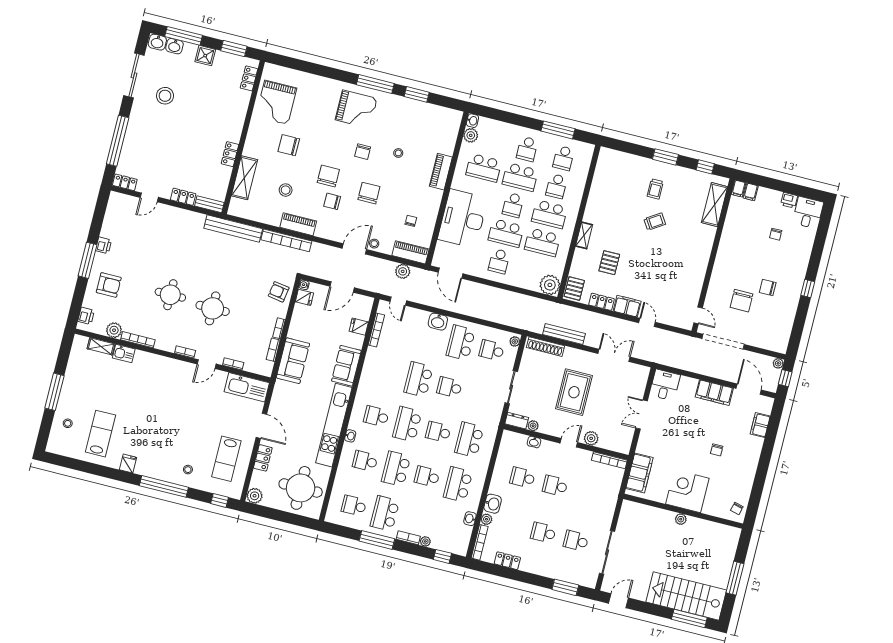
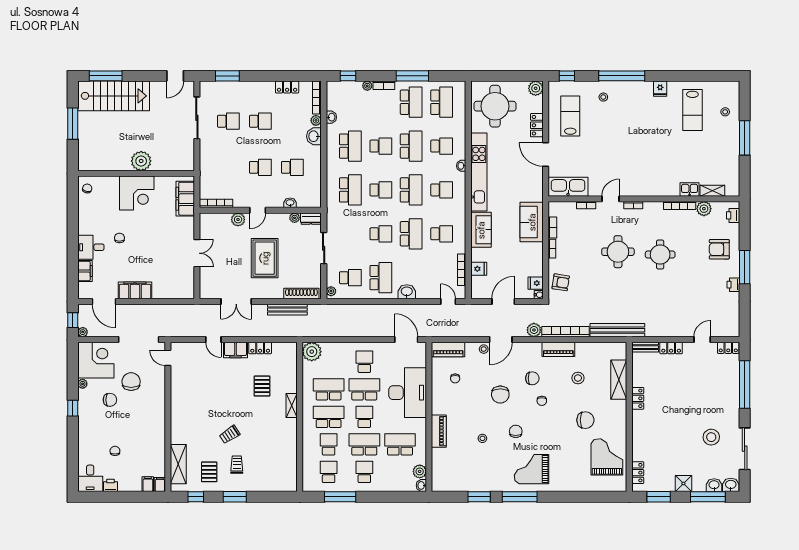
chair: (328, 176) -> (542, 401), width x0.54, depth x0.54
plant: (403, 271) -> (534, 330), moved
pallet: (574, 288) -> (209, 472), moved
plant: (791, 311) -> (83, 384), added
corner desk: (772, 332) -> (96, 360), added
school desk: (388, 372) -> (442, 234), added
desk: (665, 385) -> (91, 247), moved, turned 90
school desk: (354, 506) -> (442, 102), width x1.85
plant: (681, 519) -> (141, 161), width x1.87, depth x1.87

